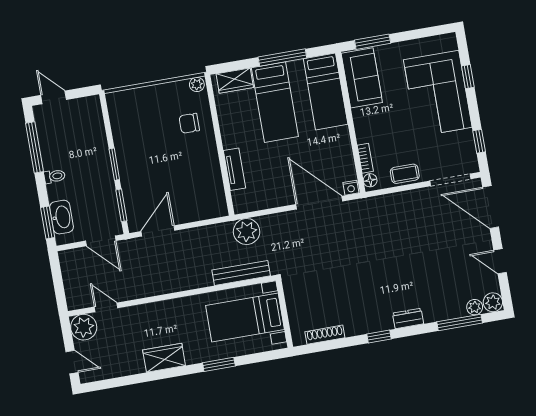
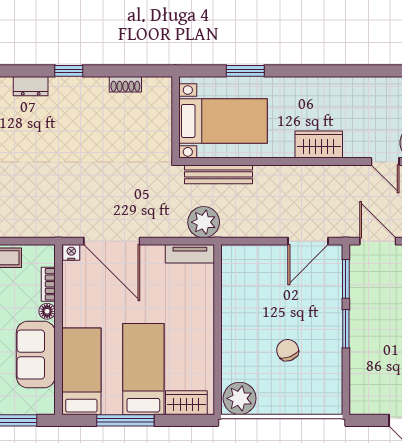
sofa: (362, 78) -> (36, 355), moved
plant: (197, 84) -> (240, 398), width x1.87, depth x1.87
chair: (189, 123) -> (288, 350), moved, turned -111
tv unit: (234, 169) -> (190, 254), moved, turned -90
floor lamp: (370, 180) -> (47, 311), moved
shoe rack: (325, 335) -> (125, 84), width x0.70
wardrobe: (164, 358) -> (319, 145), moved, turned 180
window: (219, 364) -> (245, 71), moved

